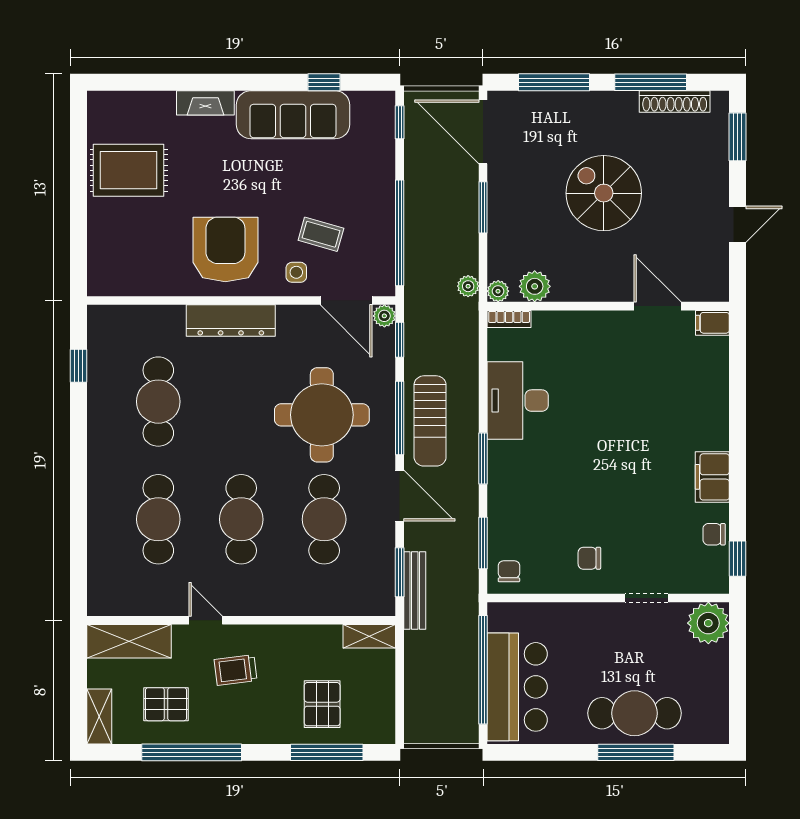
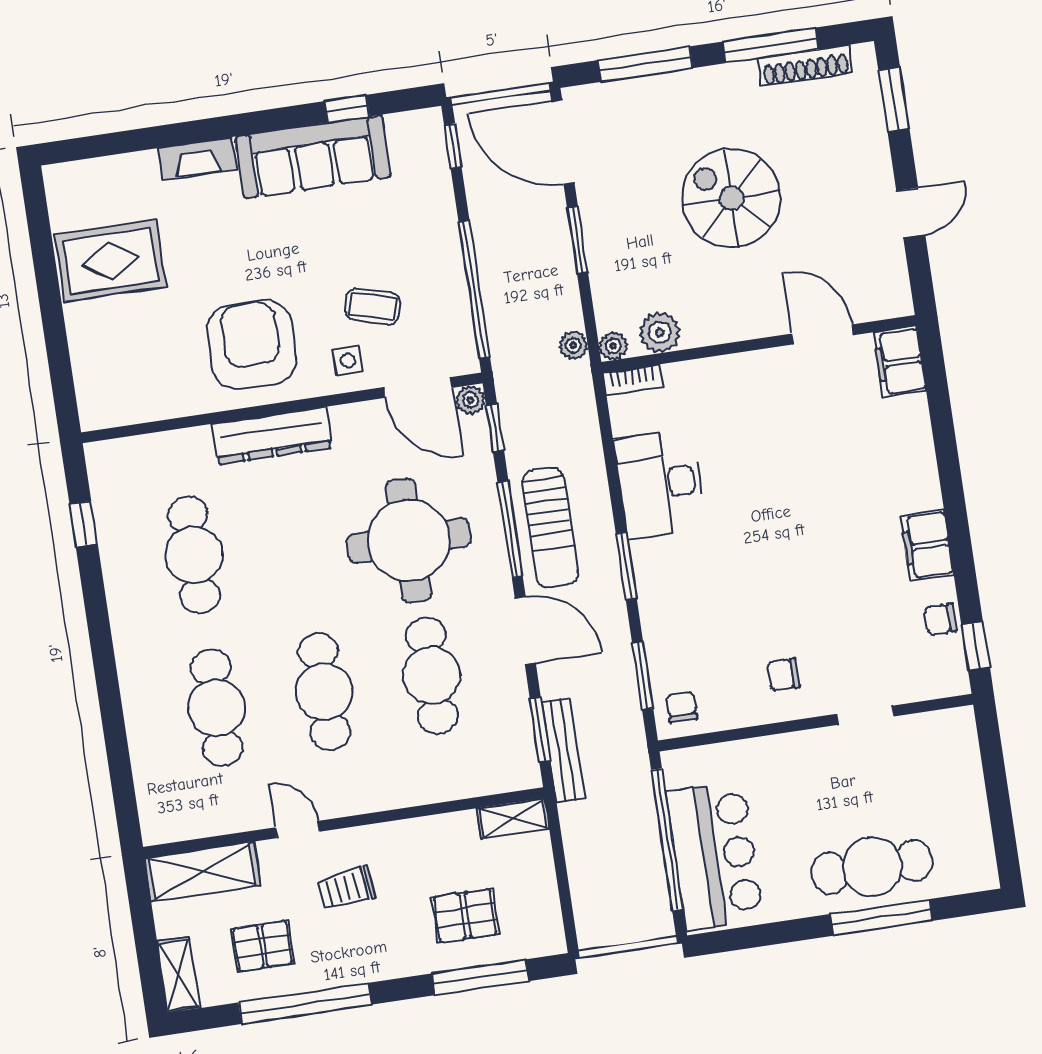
filing cabinet: (712, 323) -> (900, 362), width x2.00
plant: (708, 623) -> (950, 736), removed
pallet: (322, 704) -> (465, 916), turned 90

